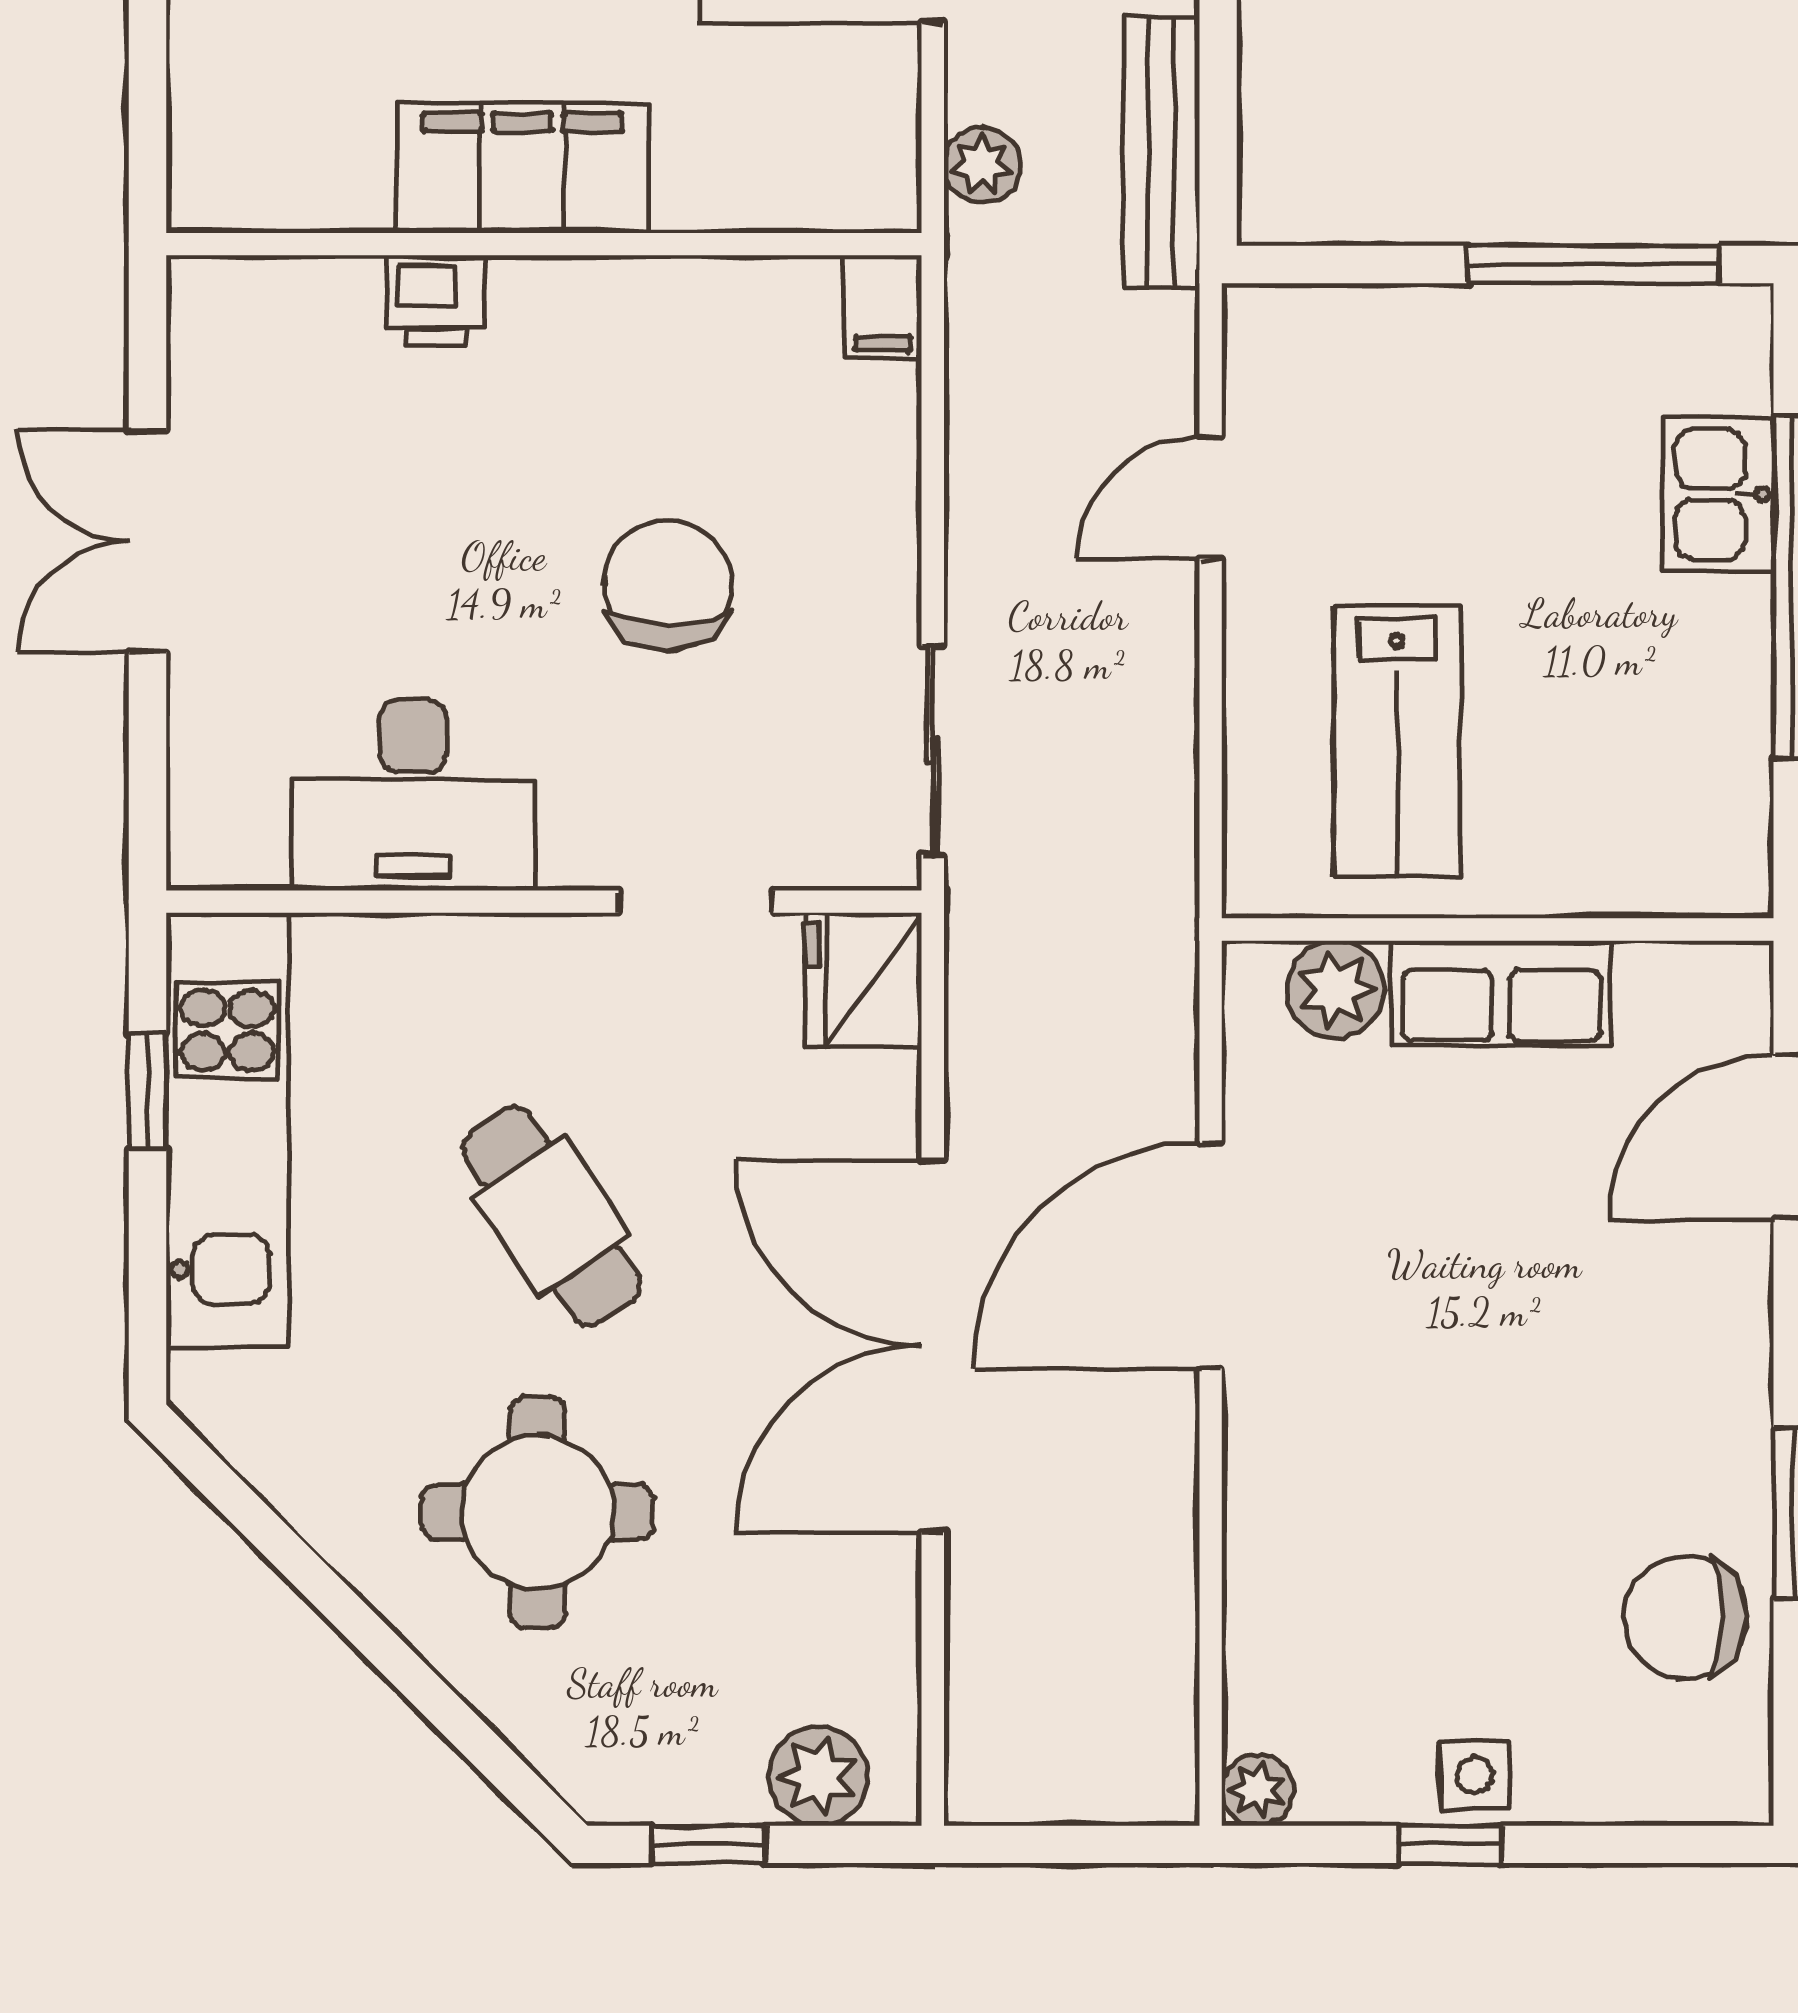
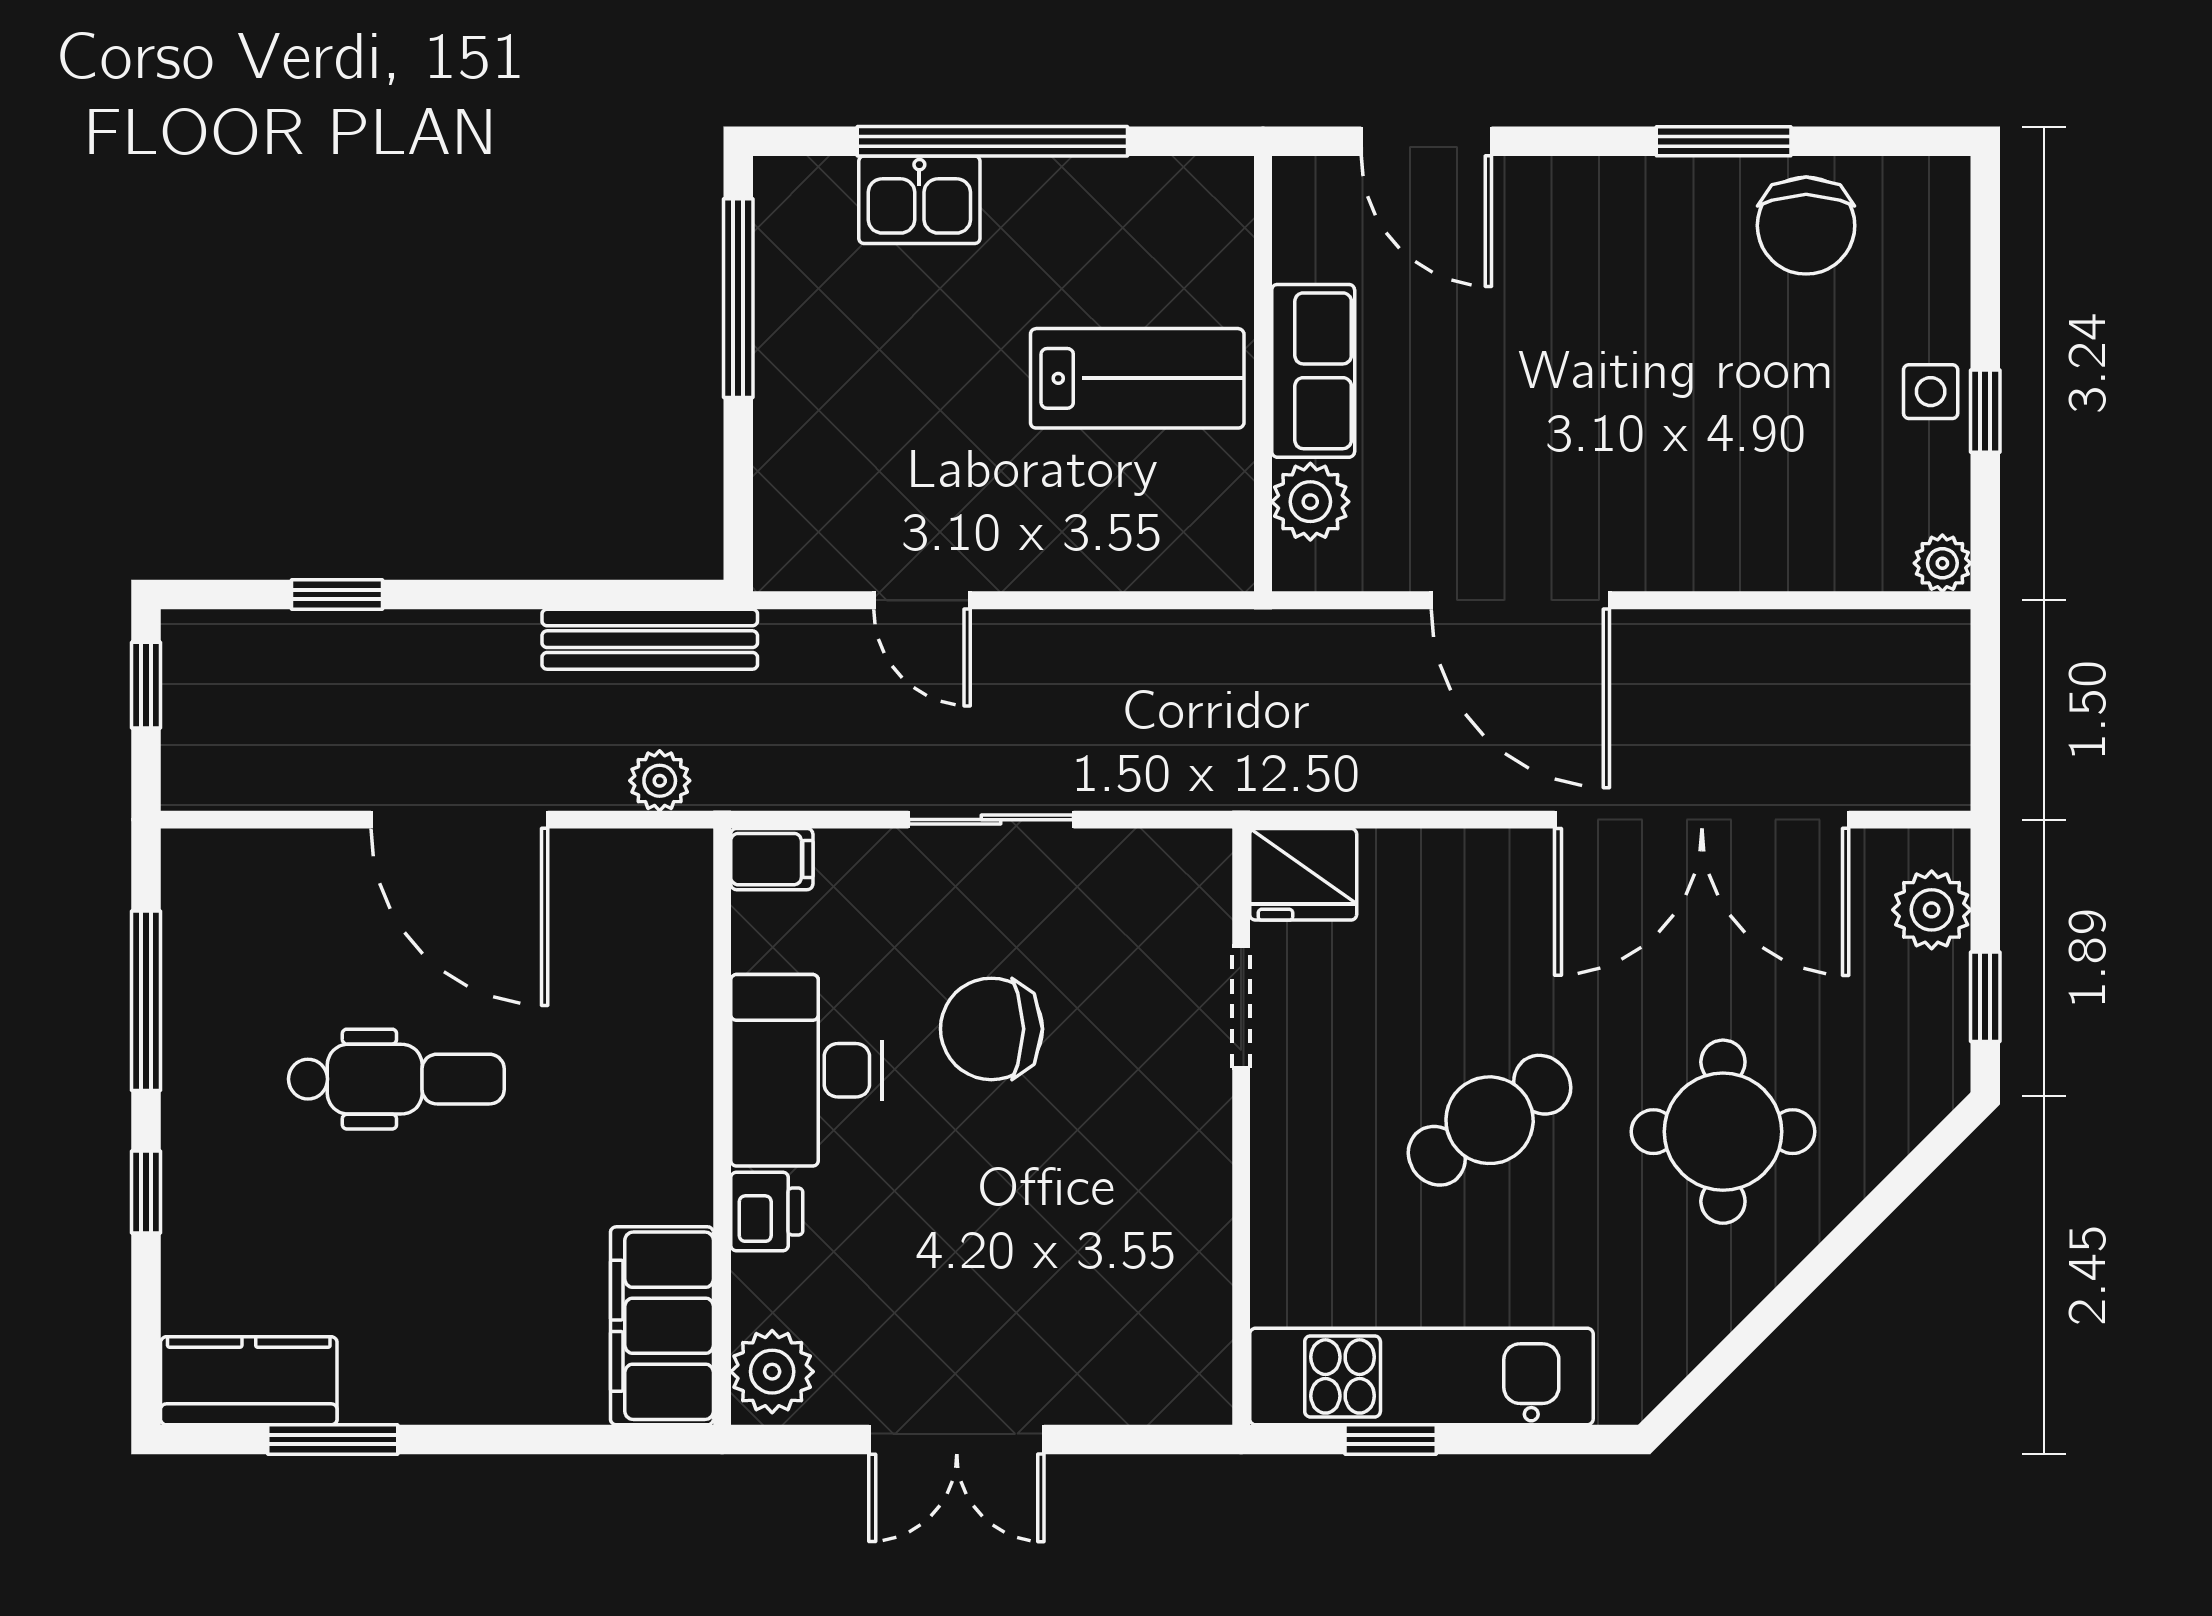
filing cabinet: (522, 168) -> (662, 1326), moved
plant: (233, 308) -> (772, 1372), added
lab bench: (1397, 741) -> (1137, 378), moved
sliding door: (933, 750) -> (991, 820), moved
desk: (413, 795) -> (806, 1070), moved, turned 180
double door: (933, 1346) -> (1702, 820), moved

